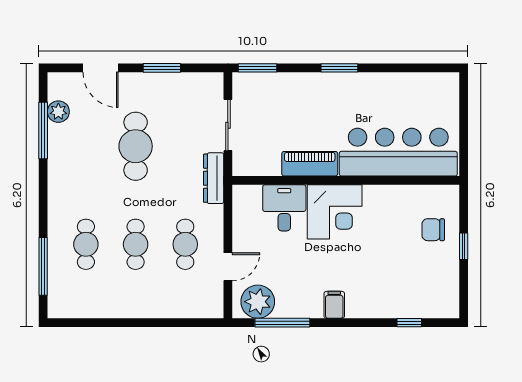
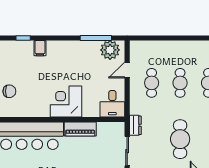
dresser: (214, 178) -> (135, 125), width x0.70
desk: (284, 208) -> (112, 104), moved
filing cabinet: (334, 305) -> (40, 48), moved

